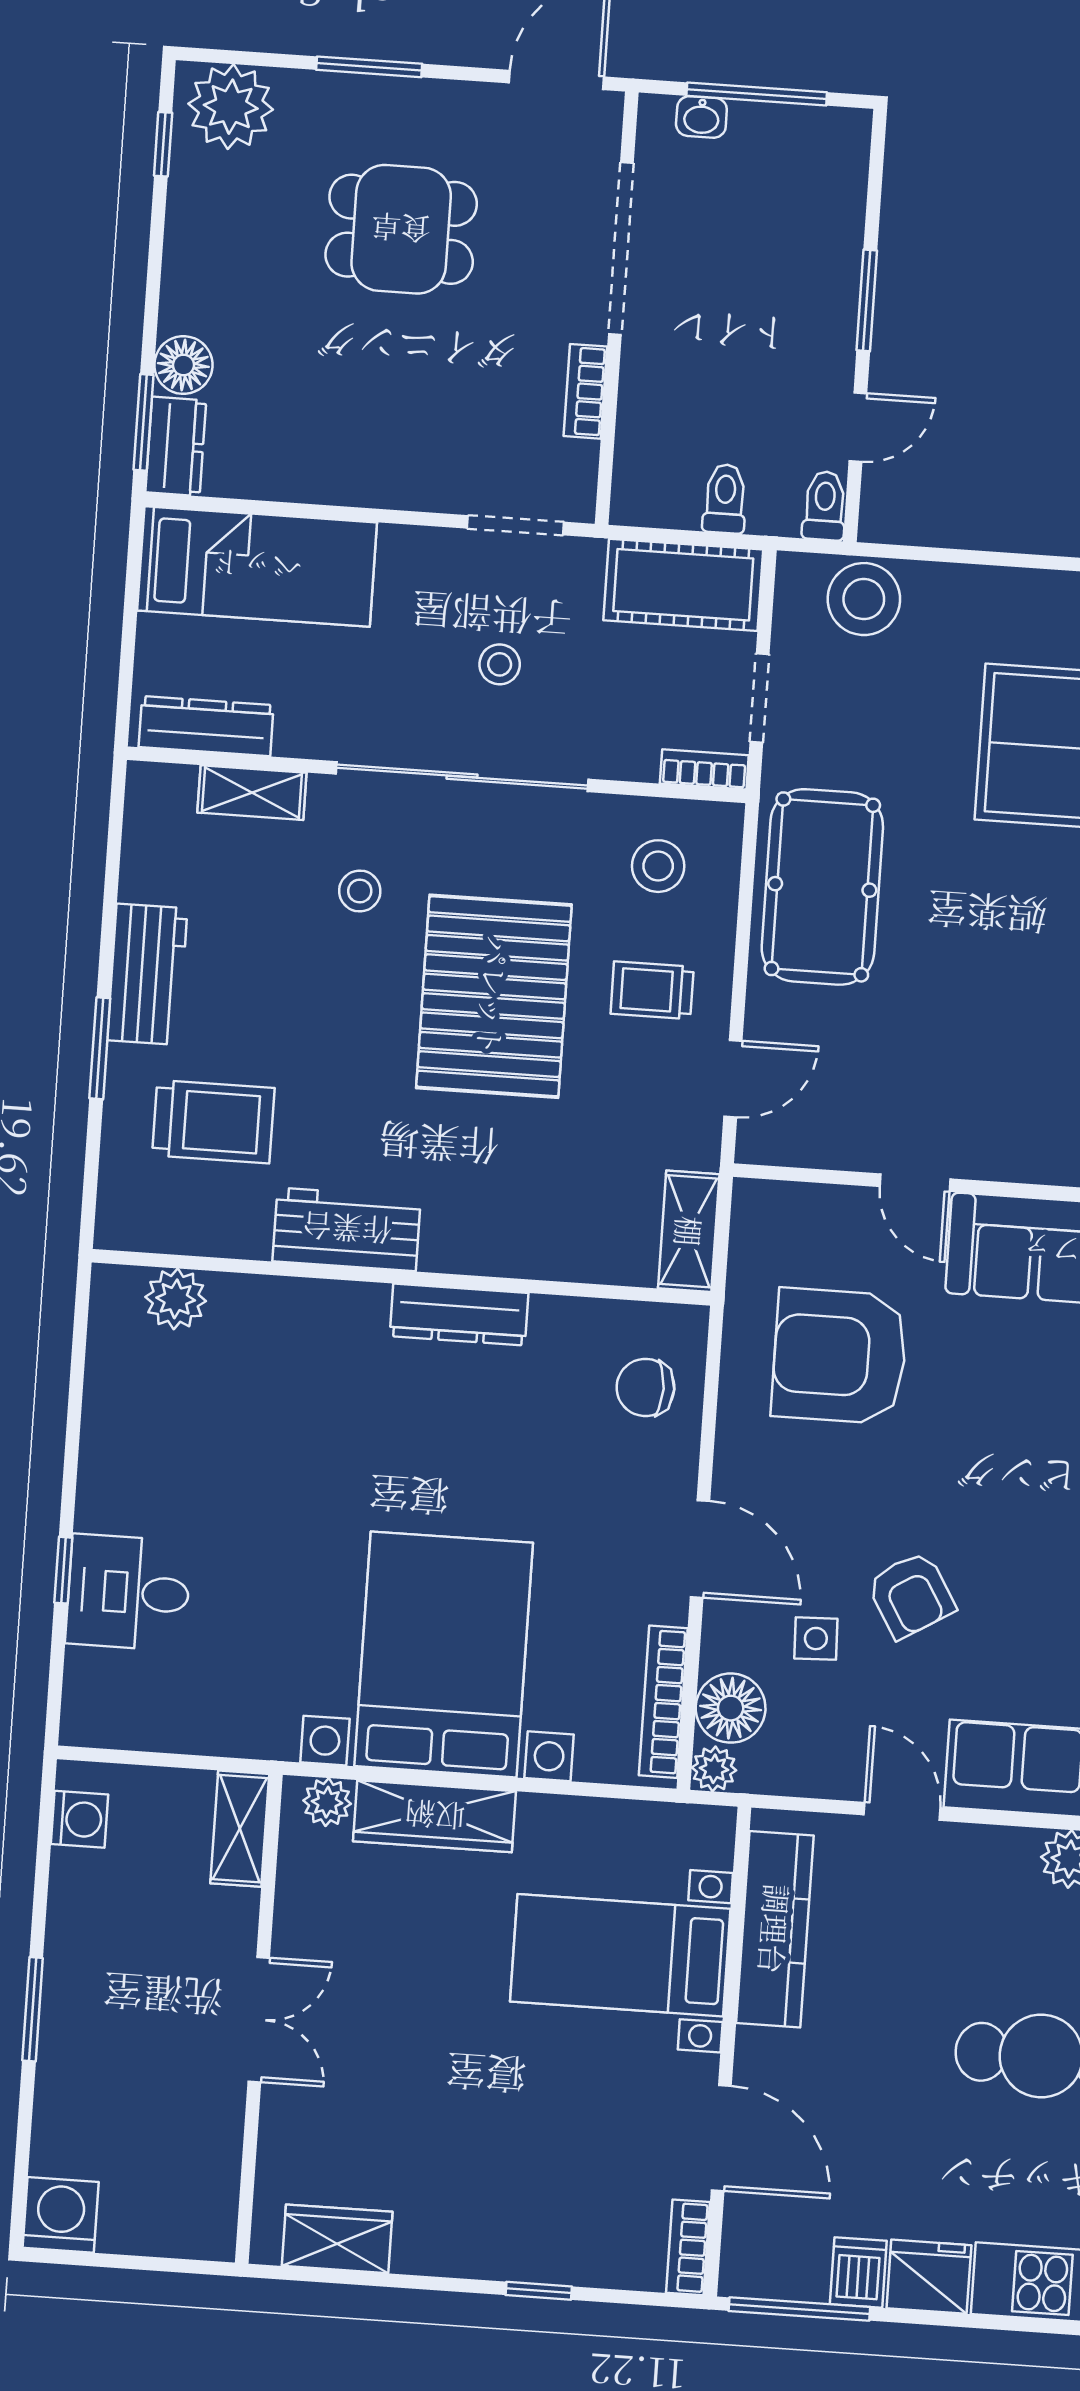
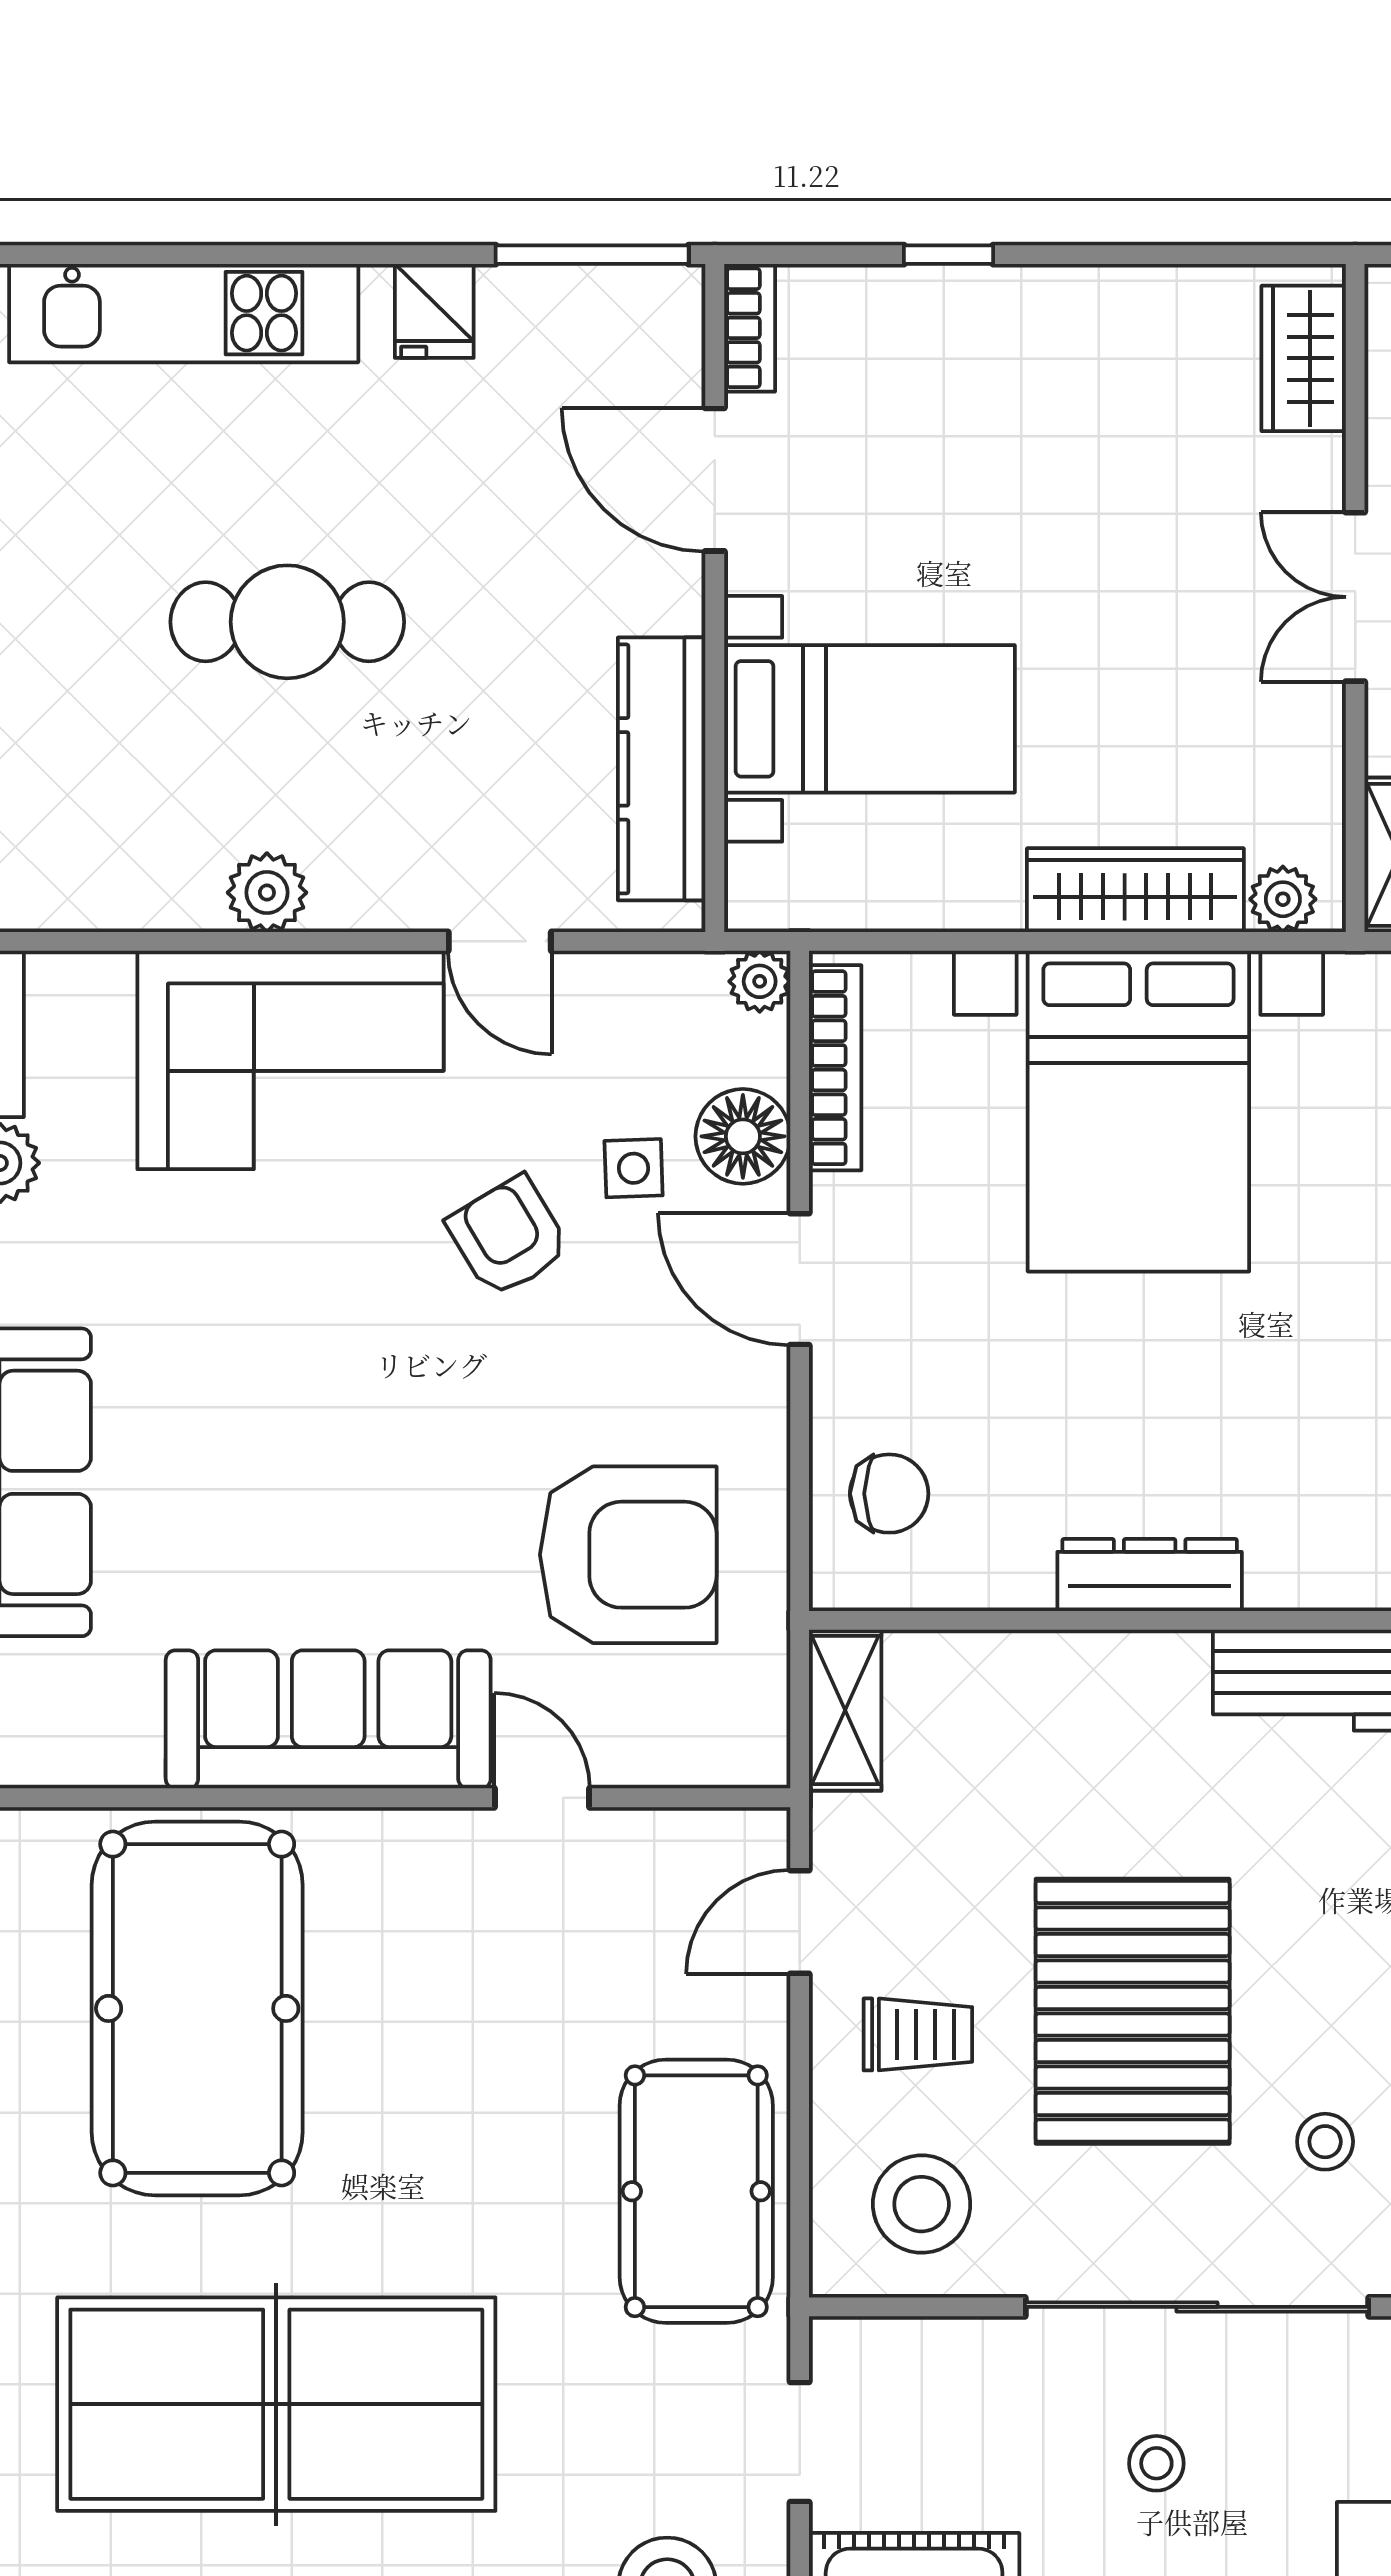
bookcase: (704, 769) -> (868, 2340), removed
stool: (658, 866) -> (922, 2204), width x1.38, depth x1.38
floor lamp: (731, 1708) -> (743, 1136), moved
wardrobe: (337, 2239) -> (1304, 358), moved, turned 90
dishwasher: (858, 2273) -> (515, 310), removed
fridge: (929, 2277) -> (434, 311), width x0.72

